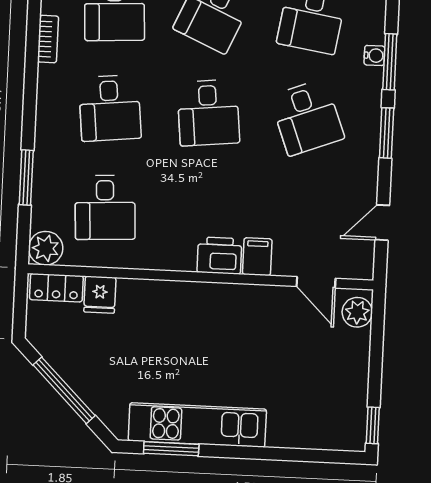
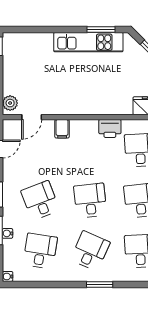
printer: (219, 255) -> (110, 128), moved
door: (316, 282) -> (32, 117), swing flipped

